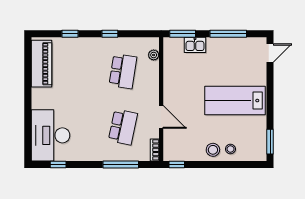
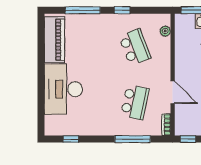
window: (70, 34) -> (83, 10), width x2.17
school desk: (123, 71) -> (135, 47), turned -30
desk: (50, 135) -> (63, 89), moved

